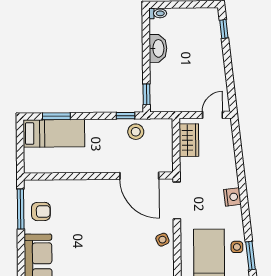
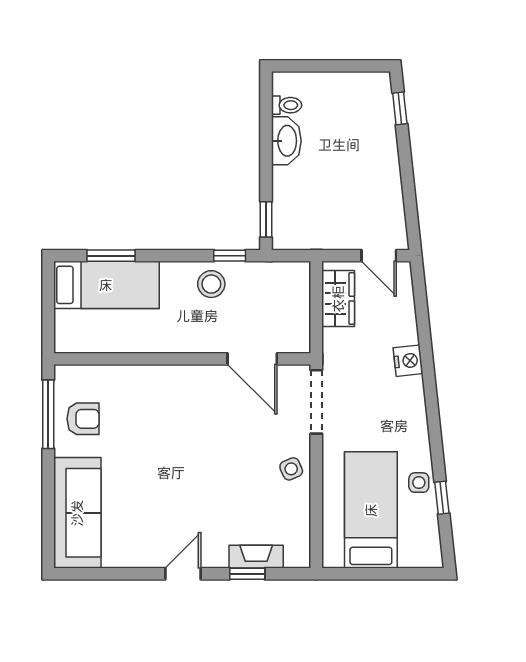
toilet: (158, 13) -> (287, 105), moved
door: (212, 115) -> (379, 256), swing flipped
stool: (136, 132) -> (211, 284), moved
door: (139, 176) -> (252, 359), width x0.73
nightstand: (232, 197) -> (408, 361), moved
window: (250, 256) -> (442, 498), width x0.67

